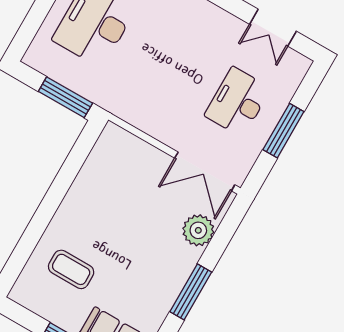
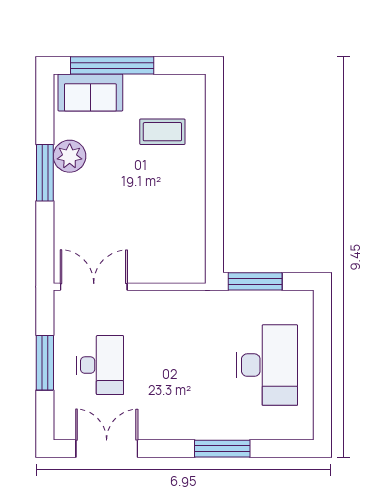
double door: (273, 28) -> (107, 449), width x1.37
plant: (198, 230) -> (70, 156), moved

